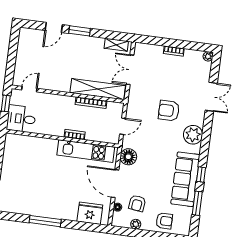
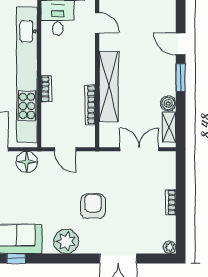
boiler: (98, 43) -> (168, 103), added
shelving: (98, 89) -> (109, 87), moved
kitchen unit: (86, 151) -> (27, 75), width x1.86

